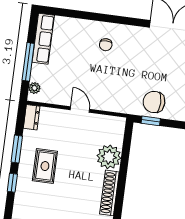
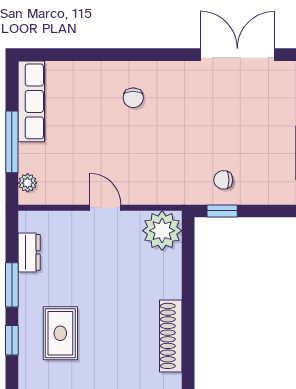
chair: (154, 102) -> (223, 180), width x0.54, depth x0.54
dresser: (32, 117) -> (29, 252), moved
plant: (109, 157) -> (162, 231), moved
rug: (45, 166) -> (60, 333), moved

